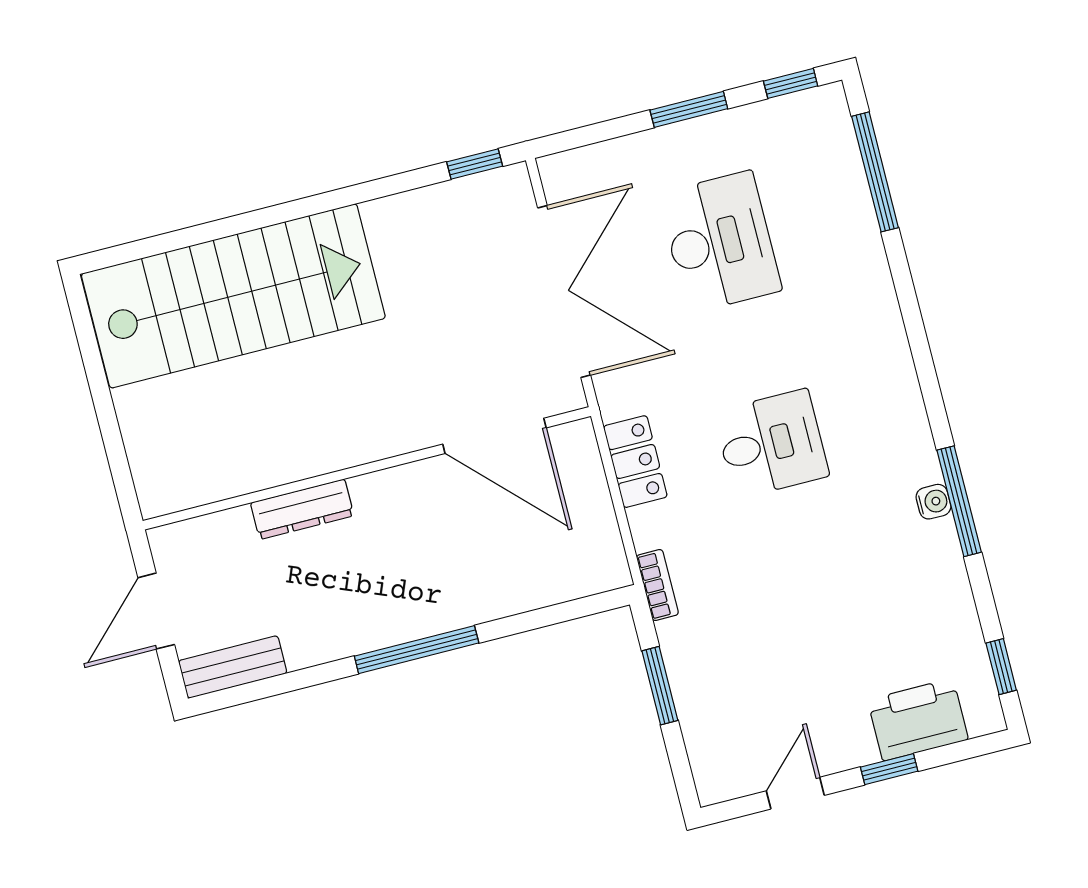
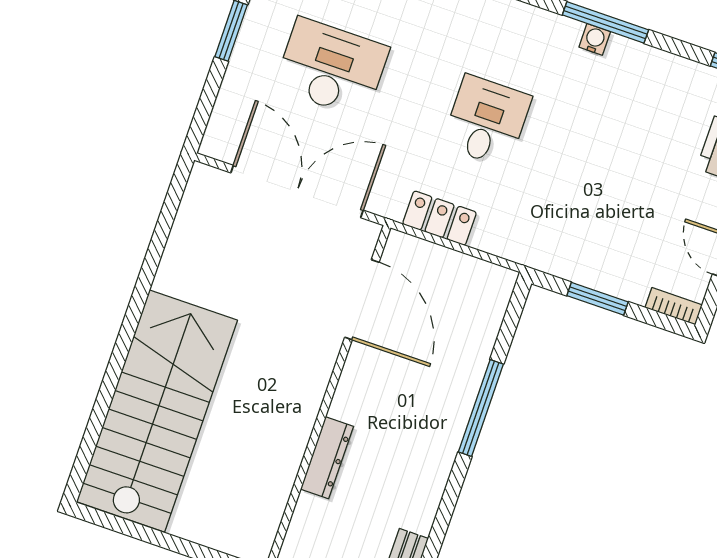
window: (475, 164) -> (174, 195), removed
door: (494, 436) -> (362, 300), hinge flipped
bookcase: (657, 585) -> (674, 306), moved
window: (417, 650) -> (481, 408), moved

